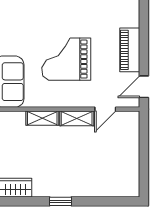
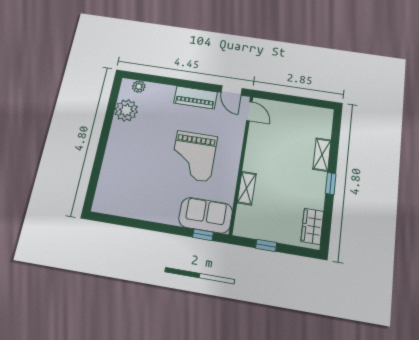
door: (105, 109) -> (249, 111), moved
shelving: (77, 118) -> (322, 155), moved

